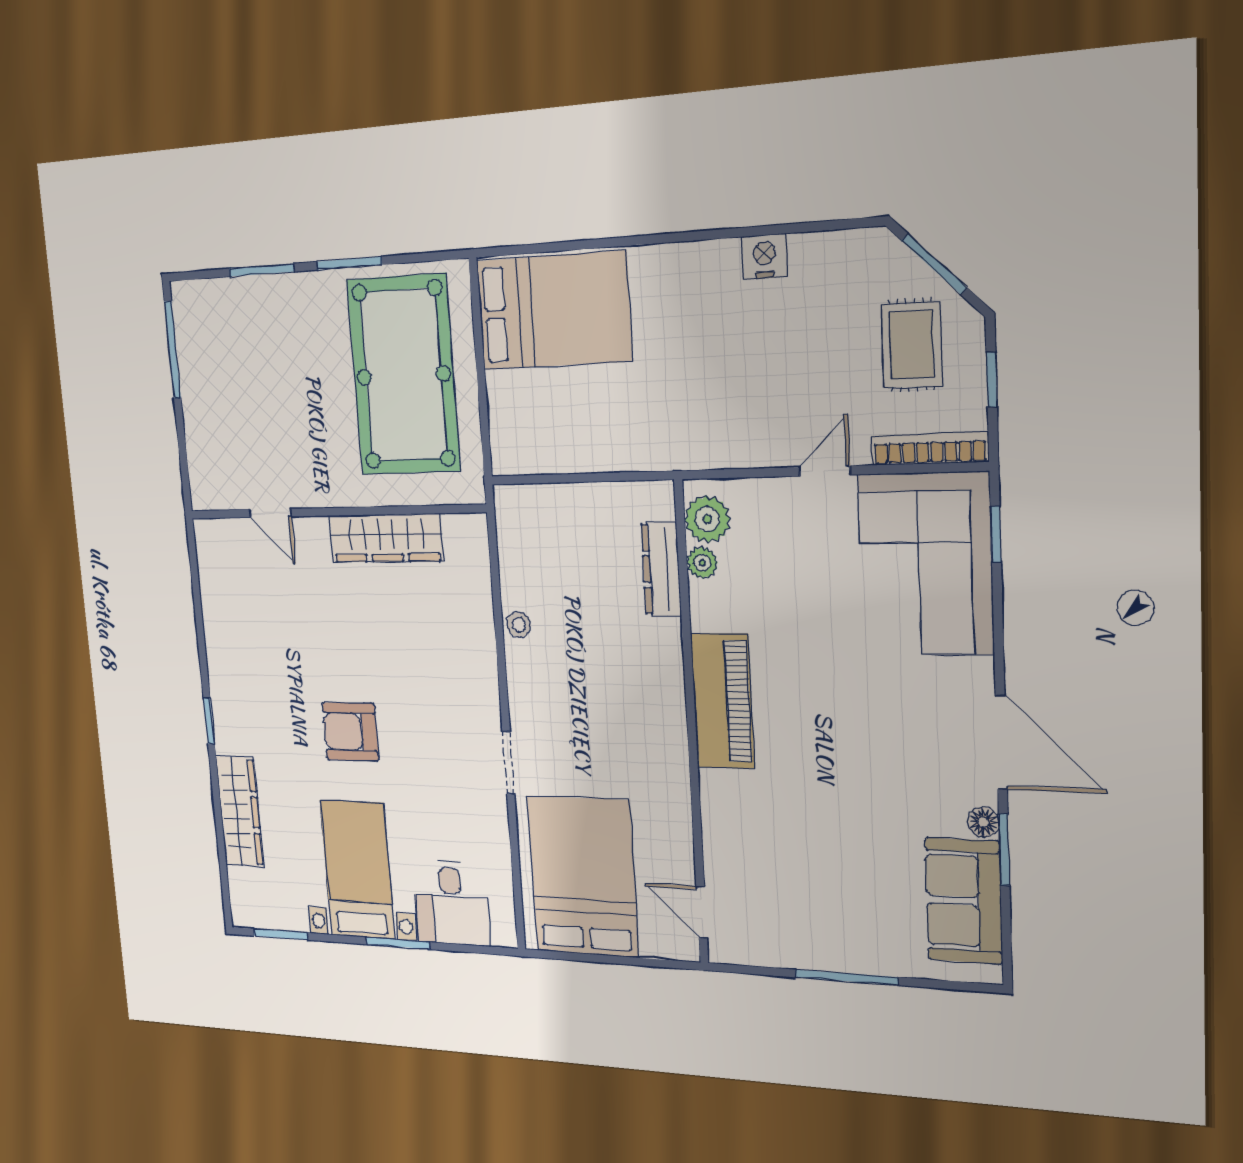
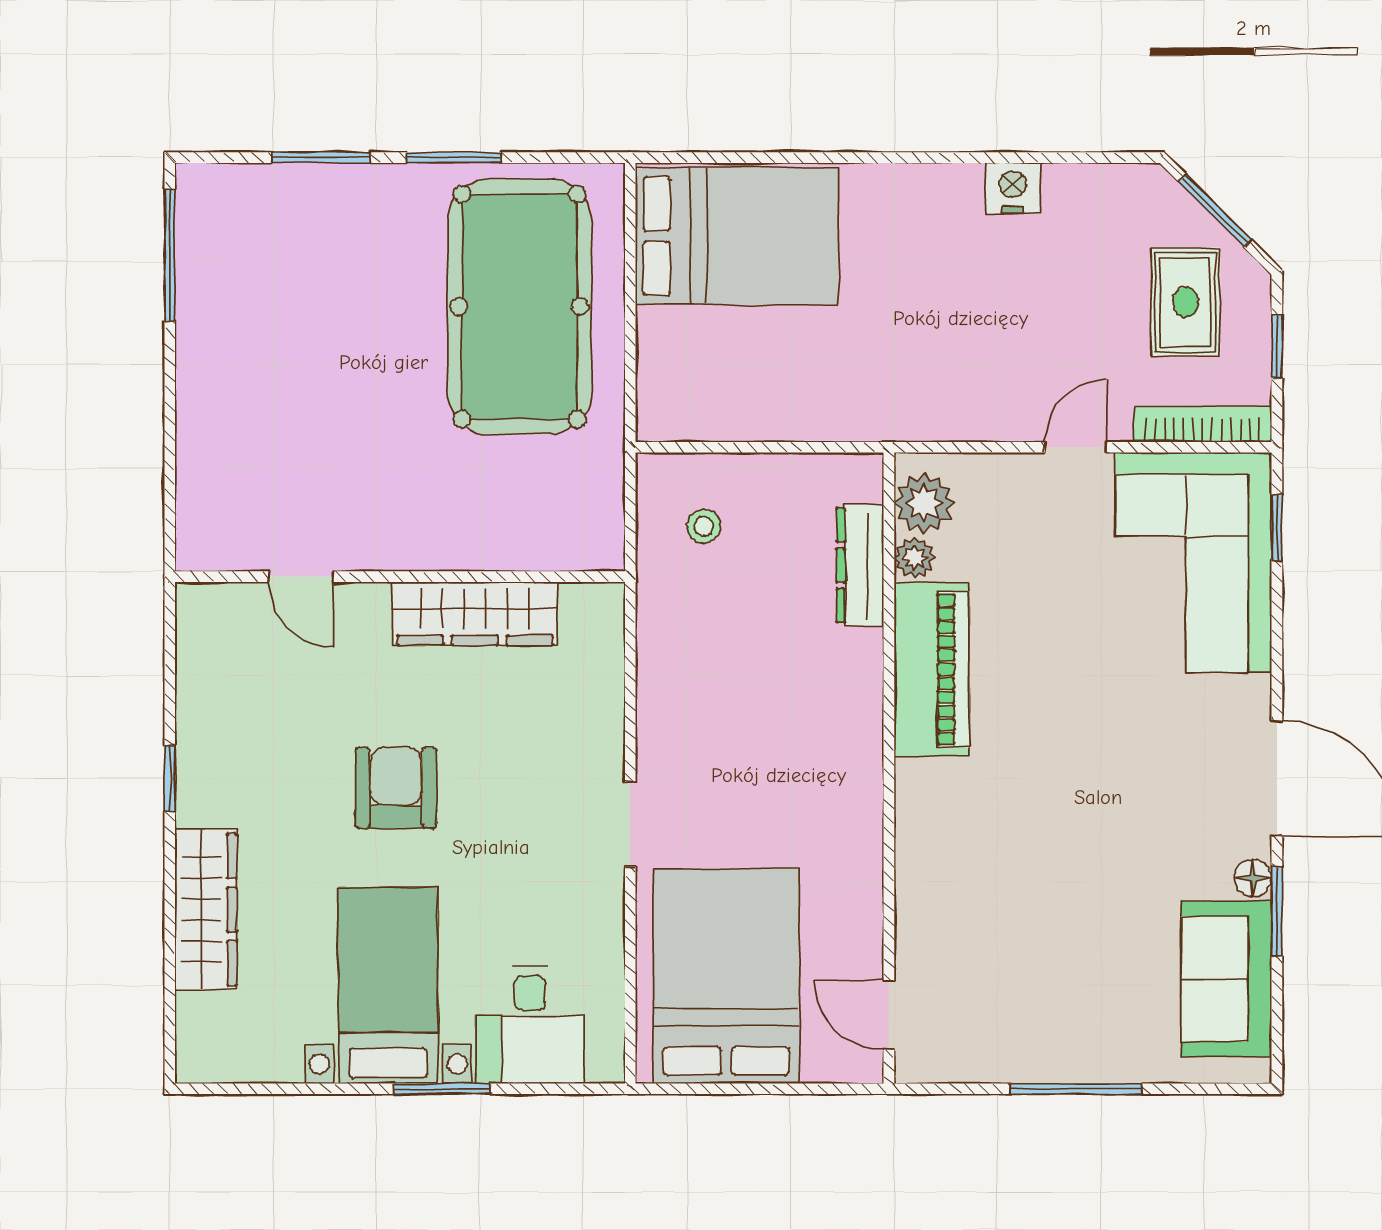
wall: (334, 512) -> (400, 577), moved
door: (270, 513) -> (301, 577), moved
wardrobe: (386, 538) -> (475, 614), moved
stool: (519, 625) -> (704, 526), moved
piano: (723, 701) -> (932, 669), moved
armchair: (350, 732) -> (396, 788), turned 90
window: (281, 934) -> (255, 1089), removed

